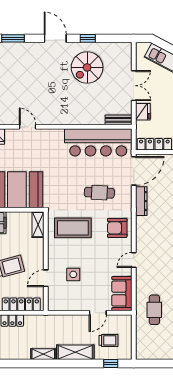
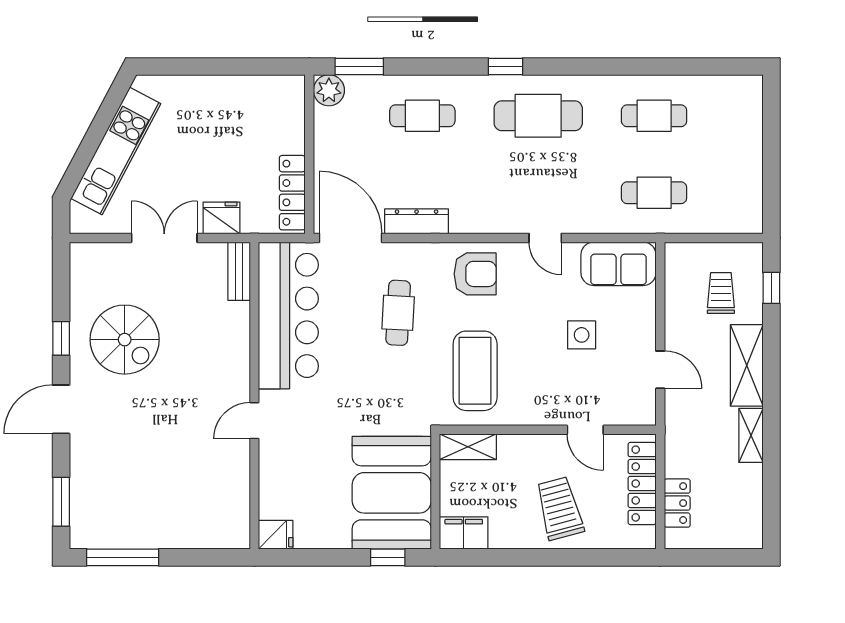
door: (27, 127) -> (254, 421), moved
armchair: (117, 228) -> (475, 274), turned -90
side table: (73, 274) -> (582, 335), moved
door: (98, 313) -> (660, 370), moved

